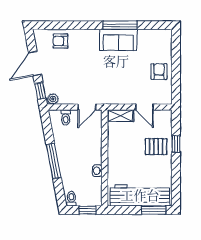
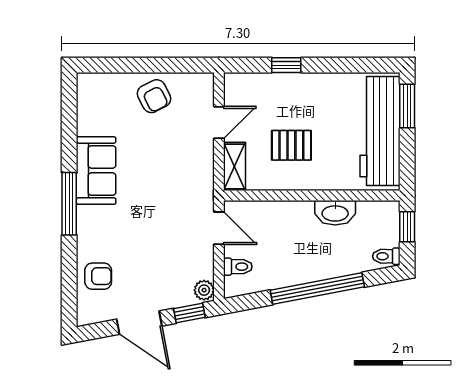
window: (120, 25) -> (69, 204), moved
armchair: (60, 41) -> (98, 276), turned -90
armchair: (159, 72) -> (154, 96), turned -117
pallet: (156, 147) -> (291, 145), moved, turned 90
window: (54, 161) -> (317, 289), width x1.46
washbasin: (97, 171) -> (335, 213), width x1.91, depth x1.45

